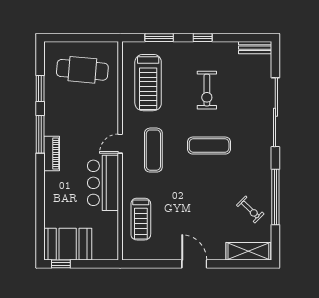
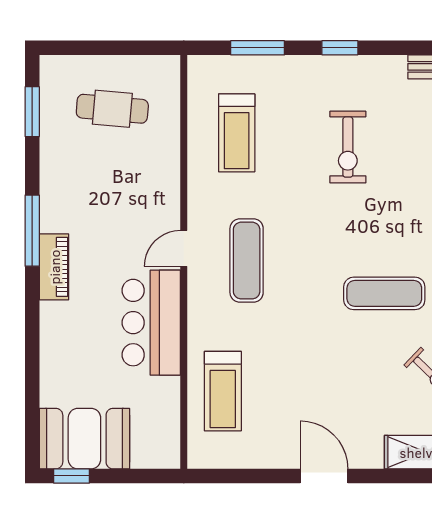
cafe table: (82, 70) -> (112, 109), width x0.73, depth x0.74
treadmill: (148, 83) -> (237, 133), width x0.73, depth x0.73
window: (40, 89) -> (32, 112), moved
exercise mat: (209, 146) -> (384, 293), moved

